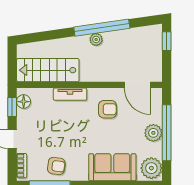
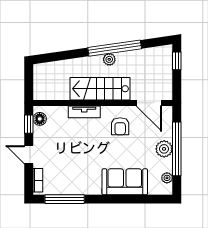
stairs: (48, 70) -> (100, 89), moved
armchair: (108, 109) -> (120, 126), turned 90
armchair: (56, 166) -> (71, 181), removed
plant: (151, 168) -> (167, 178), width x0.53, depth x0.53

